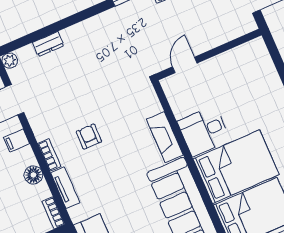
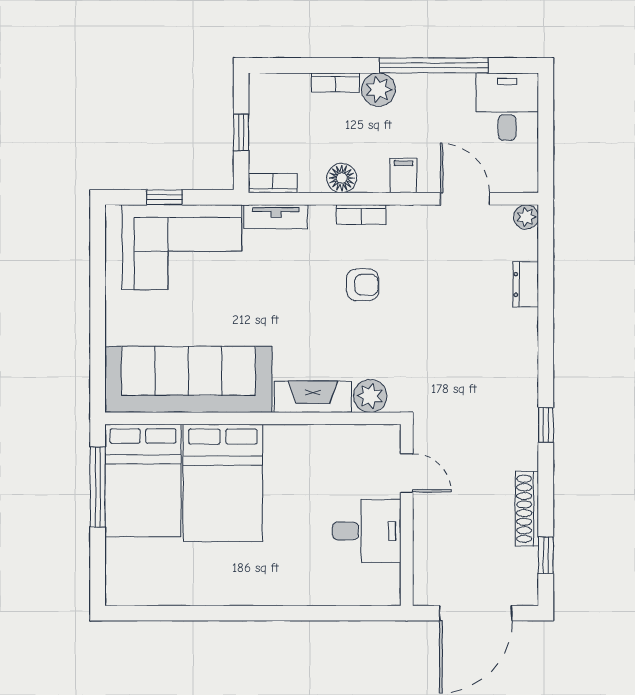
plant: (150, 105) -> (370, 396), added
desk: (204, 131) -> (367, 531), moved, turned 90
tv unit: (65, 188) -> (276, 217), moved

